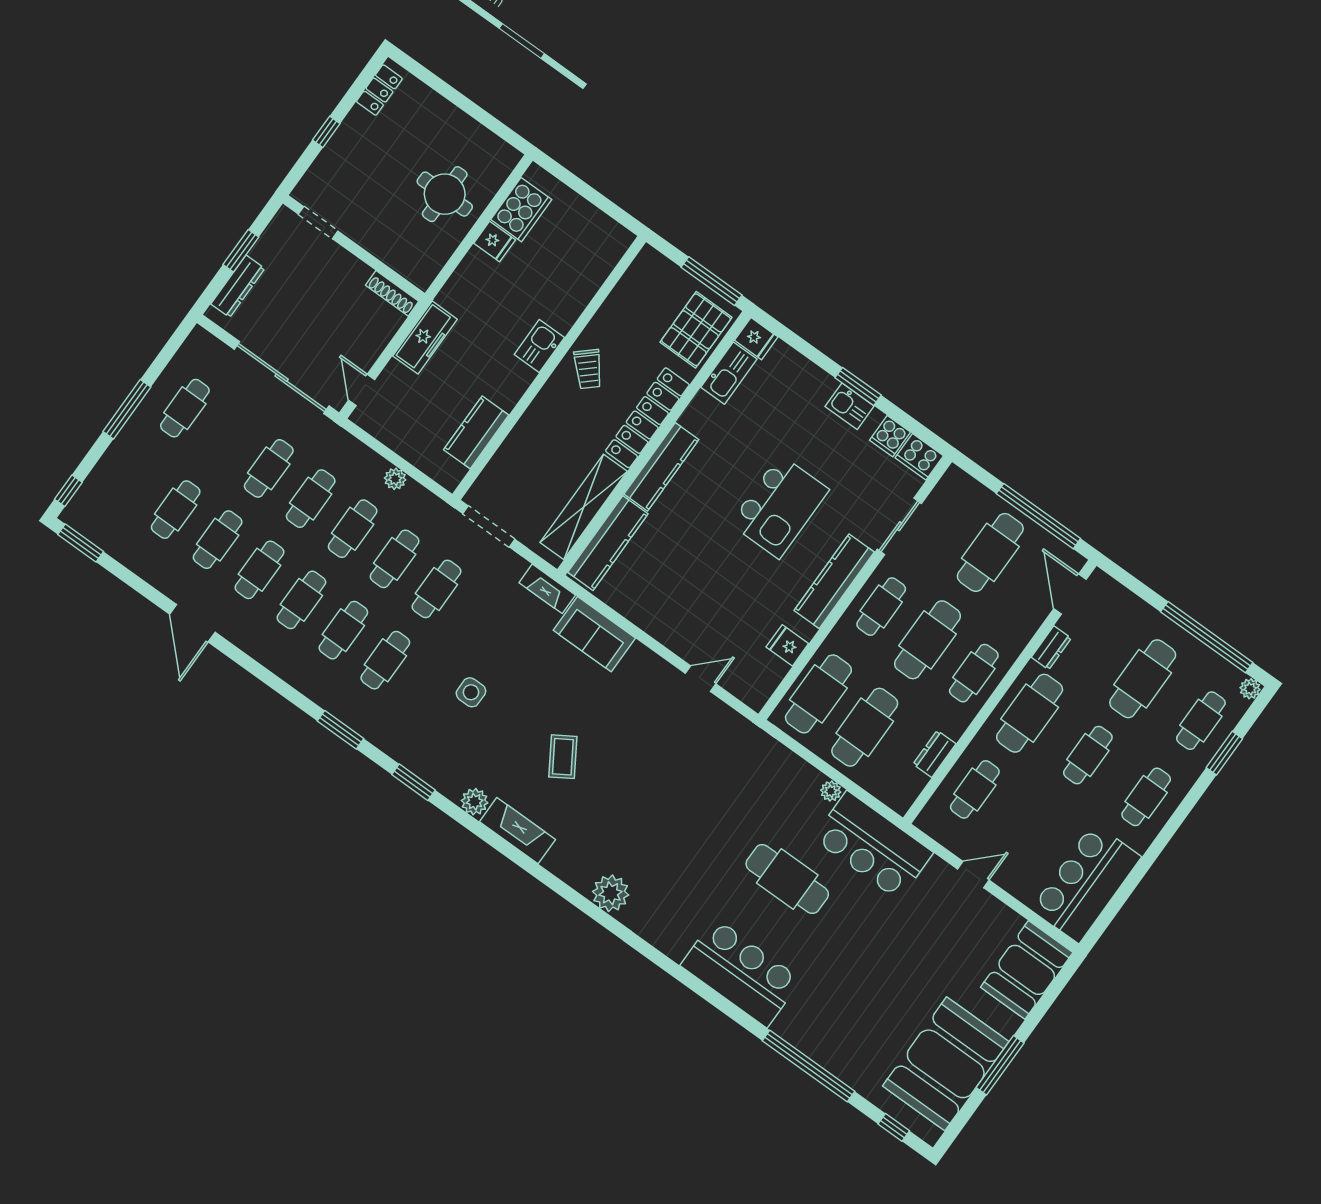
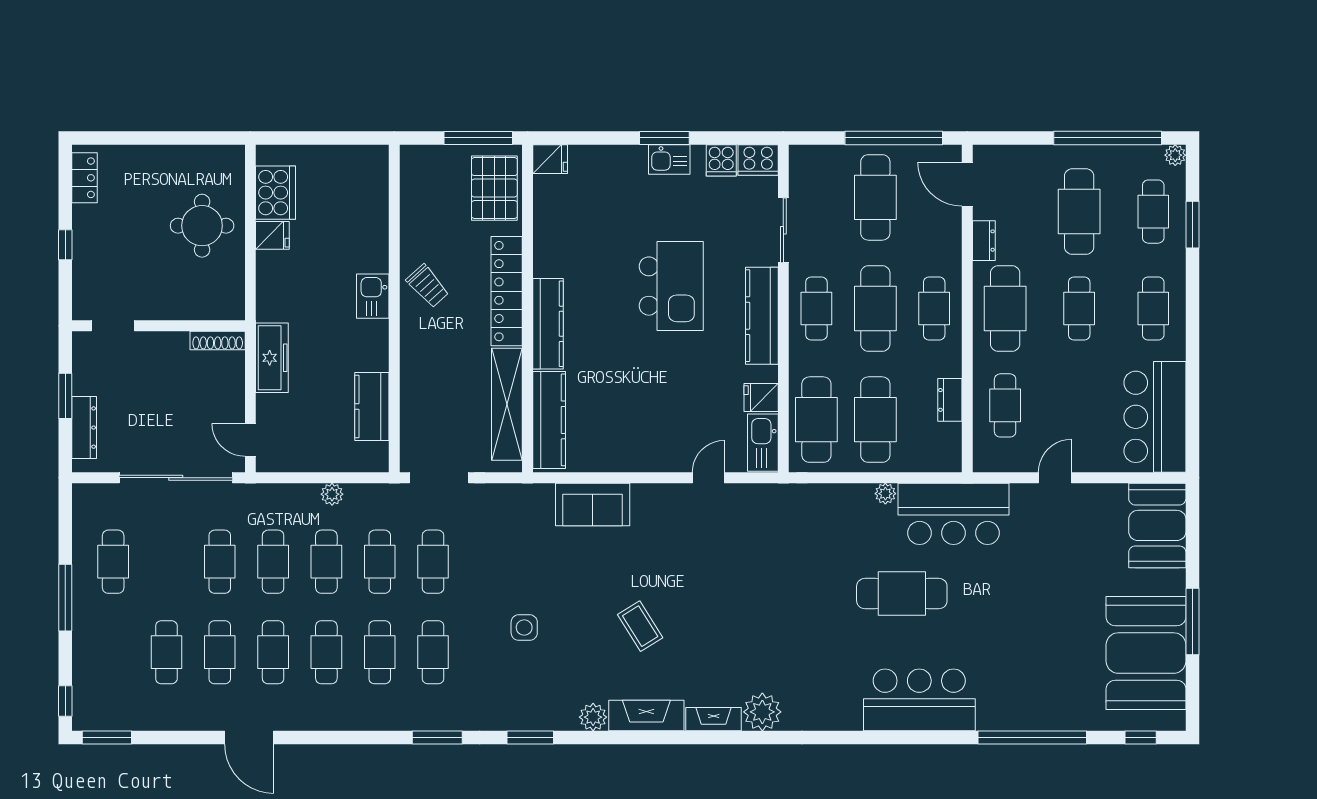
kitchen sink: (729, 373) -> (763, 443), moved, turned 180
fireplace: (547, 589) -> (714, 719), moved, turned 180

